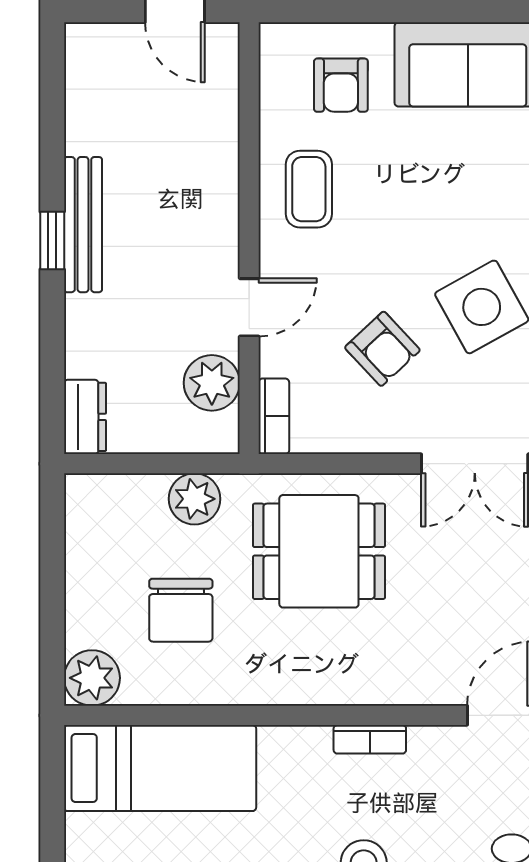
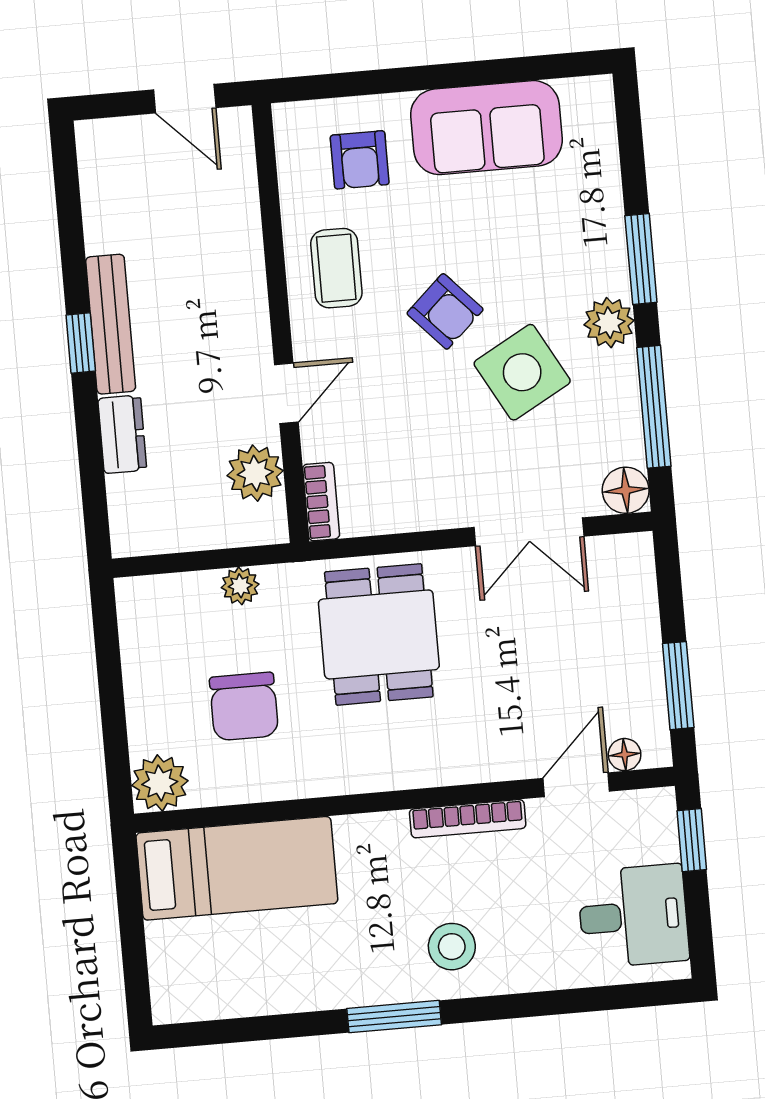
armchair: (382, 349) -> (445, 311), moved
dresser: (85, 417) -> (122, 434), moved
plant: (194, 499) -> (240, 586), width x0.73, depth x0.73
dining table: (319, 551) -> (379, 634), turned 90
bookcase: (370, 739) -> (468, 819), width x1.56

